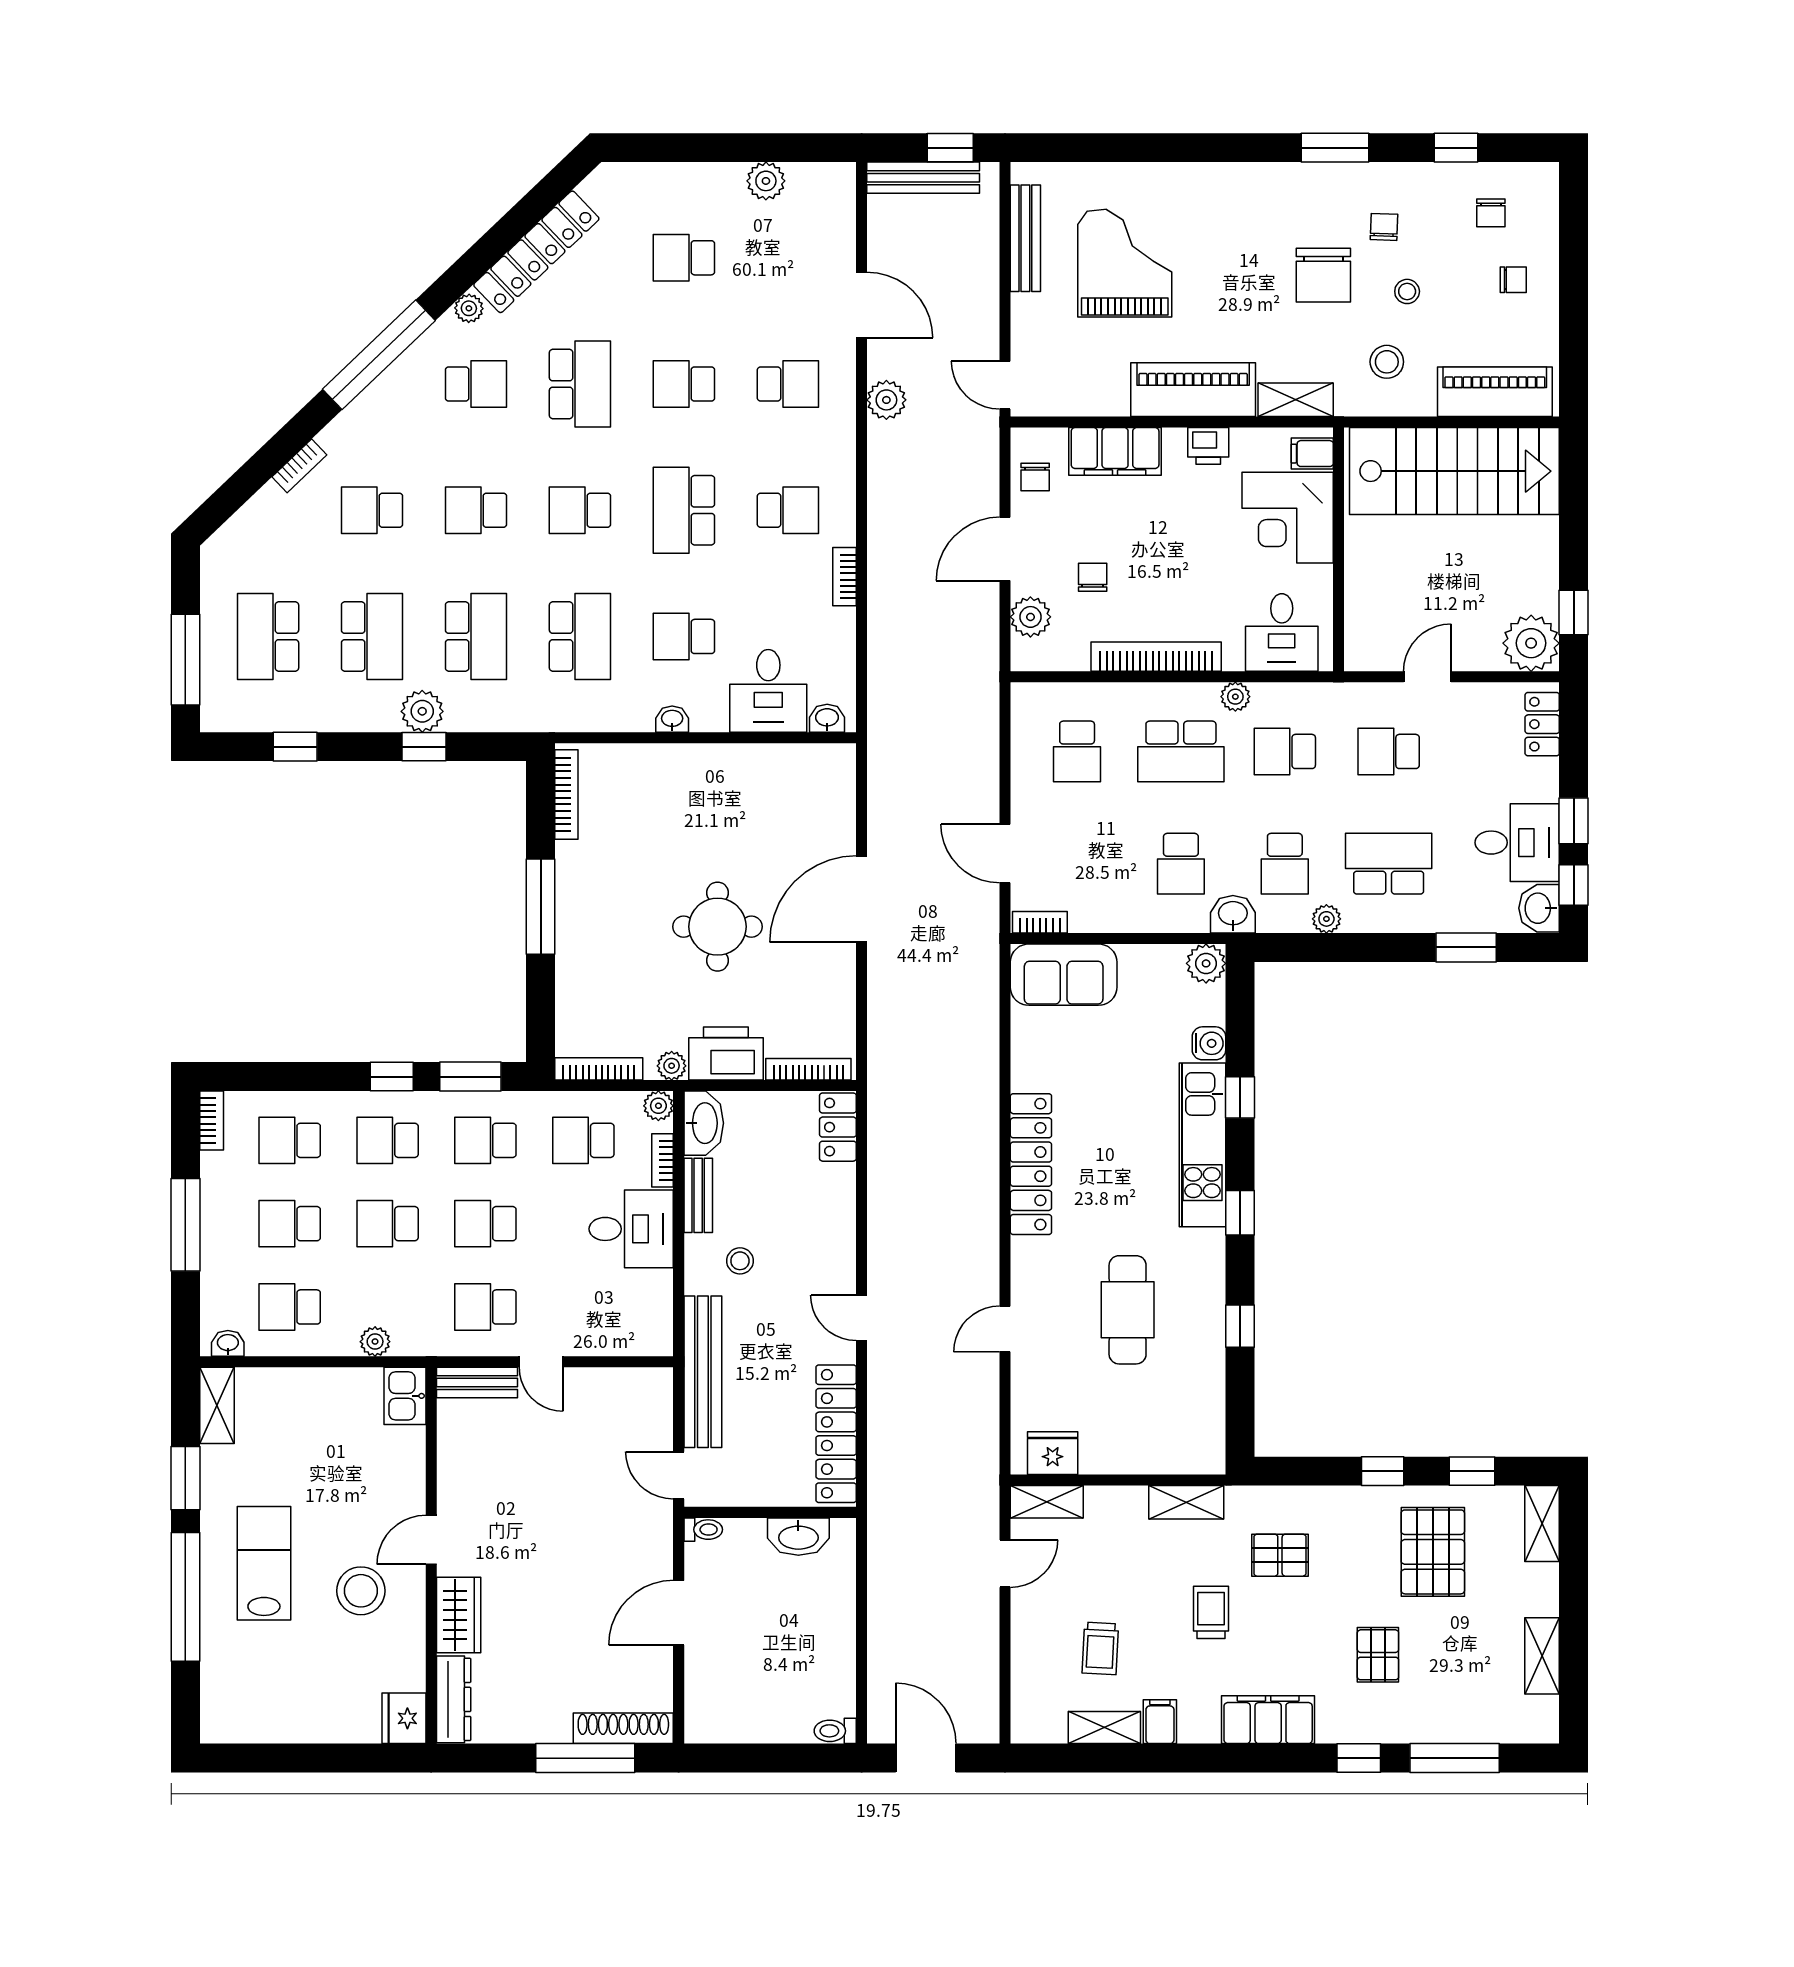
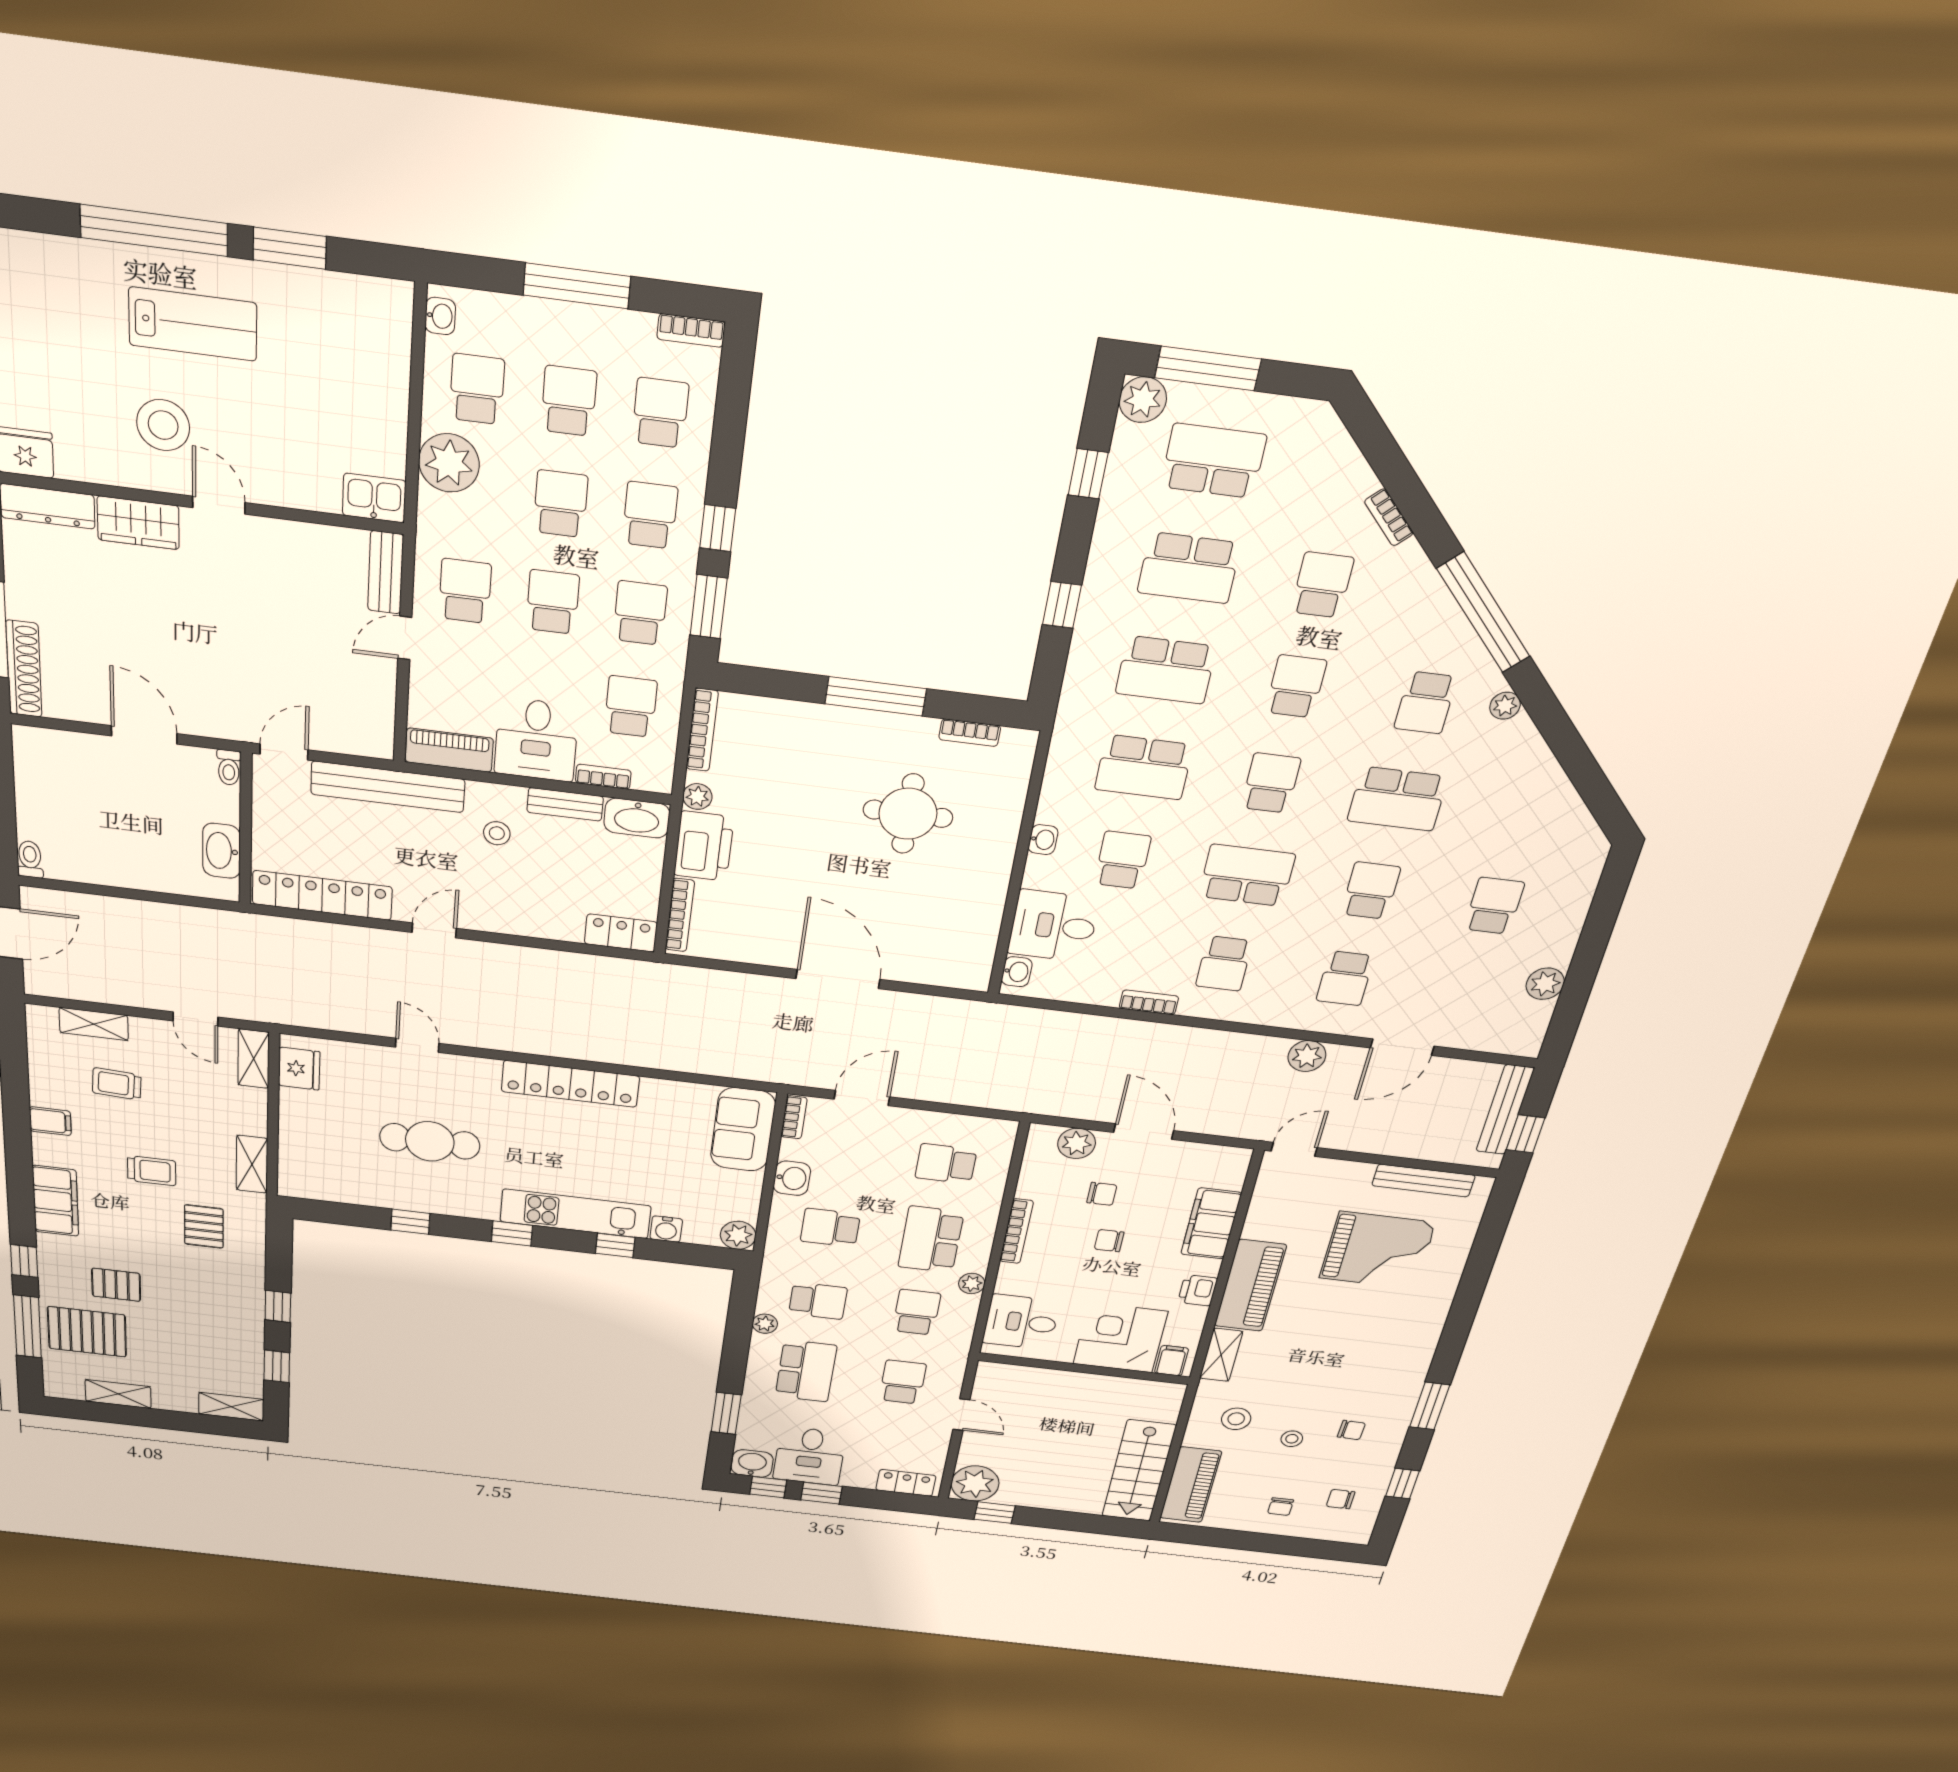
locker: (536, 252) -> (1542, 776), removed
chair: (1323, 275) -> (1323, 1386), removed
stairs: (1454, 471) -> (1139, 1471), width x0.73, depth x0.66
chair: (1035, 477) -> (1109, 1241), moved
bookcase: (1156, 657) -> (1016, 1231), width x0.68, depth x0.76
plant: (422, 711) -> (1143, 400), moved
bookcase: (566, 794) -> (970, 733), width x0.64
school desk: (1285, 864) -> (818, 1301), turned 180
washbasin: (1233, 914) -> (792, 1178), moved
round table: (718, 927) -> (908, 814), moved
plant: (658, 1106) -> (659, 780), removed
piano: (654, 1313) -> (449, 750), added
plant: (375, 1342) -> (449, 463), width x1.87, depth x1.87
shelving: (217, 1405) -> (371, 295), removed
pallet: (1433, 1552) -> (87, 1332), moved
shelving: (1104, 1727) -> (94, 1024), moved, turned 90

